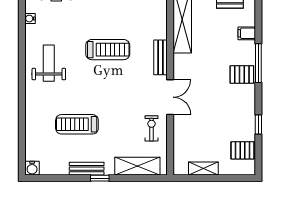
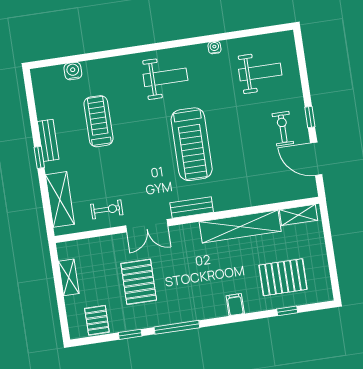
treadmill: (108, 50) -> (192, 144), width x1.37, depth x1.38
window: (258, 63) -> (177, 327), moved
pallet: (242, 74) -> (139, 282), moved, width x1.50, depth x1.42
water cooler: (32, 168) -> (73, 71), moved, turned 90

